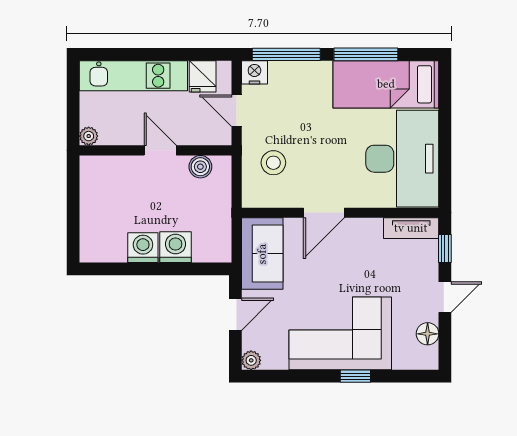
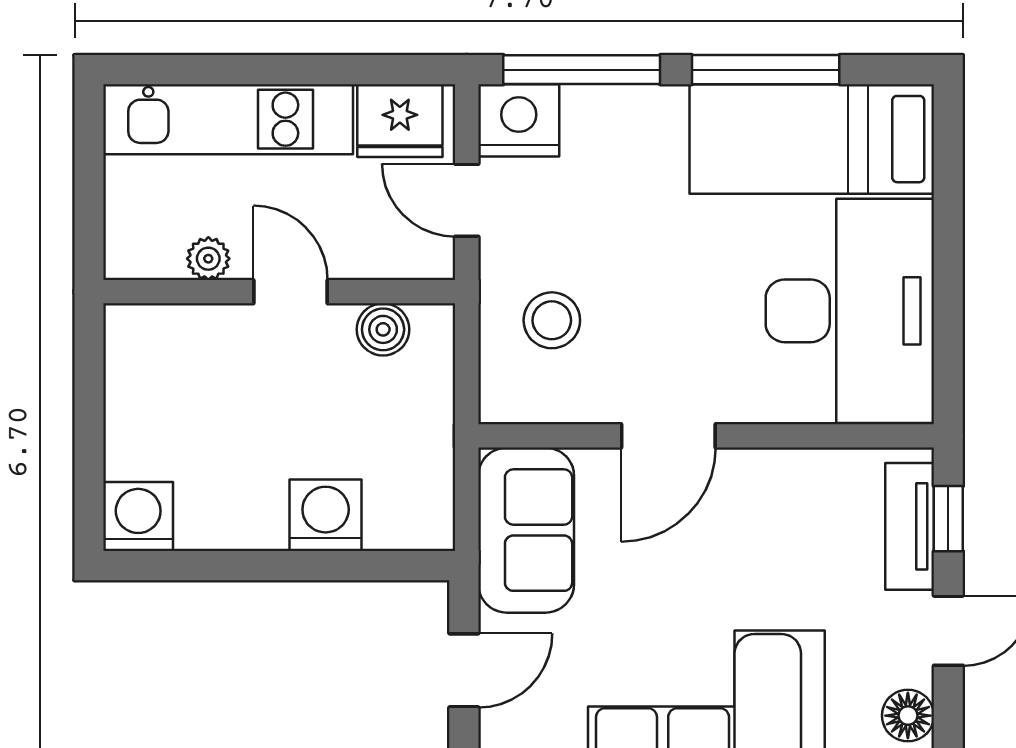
nightstand: (254, 72) -> (519, 120), width x1.36, depth x1.33
fridge: (203, 76) -> (400, 121), width x1.38
plant: (89, 136) -> (208, 259), moved
tv unit: (411, 228) -> (910, 526), moved, turned 90
washing machine: (143, 248) -> (138, 516), moved

